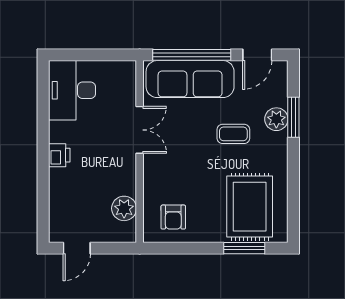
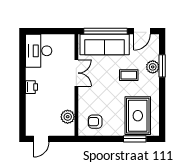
armchair: (173, 217) -> (95, 122), turned 90

